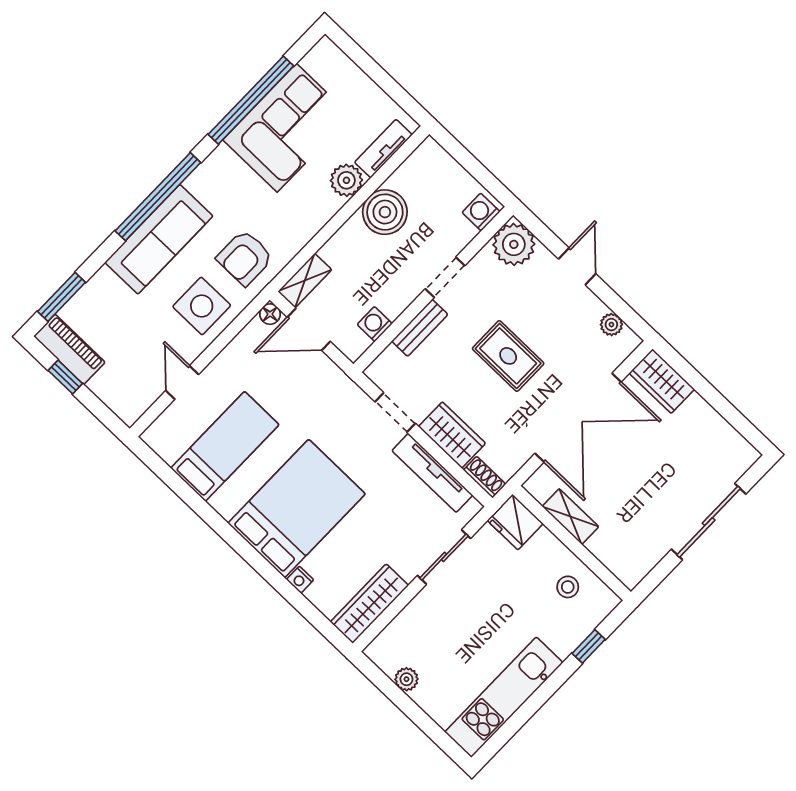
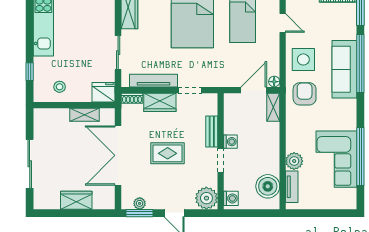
window: (158, 197) -> (360, 64), moved
boiler: (385, 212) -> (268, 186), moved
window: (624, 311) -> (140, 213), added
washing machine: (375, 324) -> (230, 142), moved
wardrobe: (662, 381) -> (76, 200), moved

